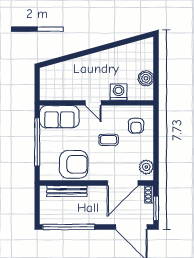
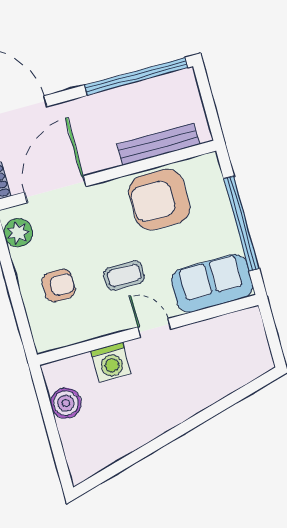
armchair: (136, 126) -> (59, 285), moved, turned 90
coffee table: (109, 140) -> (124, 275), moved

